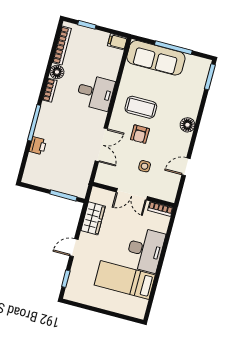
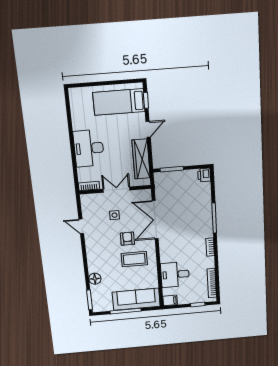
floor lamp: (57, 72) -> (209, 262), removed
desk: (95, 92) -> (175, 275), moved
floor lamp: (187, 125) -> (95, 279), moved
double door: (101, 145) -> (155, 220), width x1.37
printer: (38, 146) -> (204, 175), moved
door: (186, 167) -> (81, 226), swing flipped
wardrobe: (93, 218) -> (141, 159), width x1.50
bed: (125, 280) -> (119, 102), moved, turned 180

